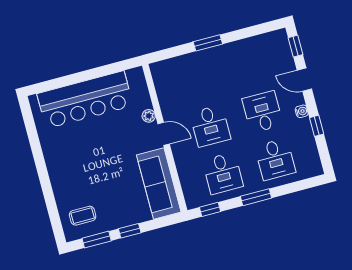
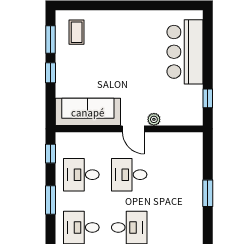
window: (114, 68) -> (208, 98), added
bar counter: (85, 100) -> (185, 52), width x0.73
door: (164, 134) -> (133, 129), hinge flipped

